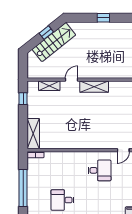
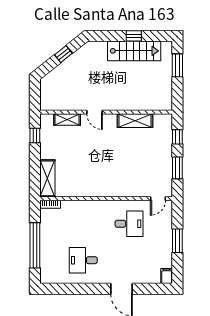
stairs: (54, 42) -> (134, 51), moved, turned 38
door: (72, 80) -> (95, 112), swing flipped
shelving: (94, 87) -> (135, 121), moved

